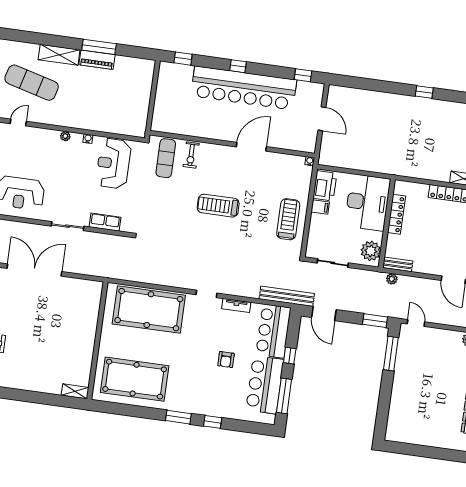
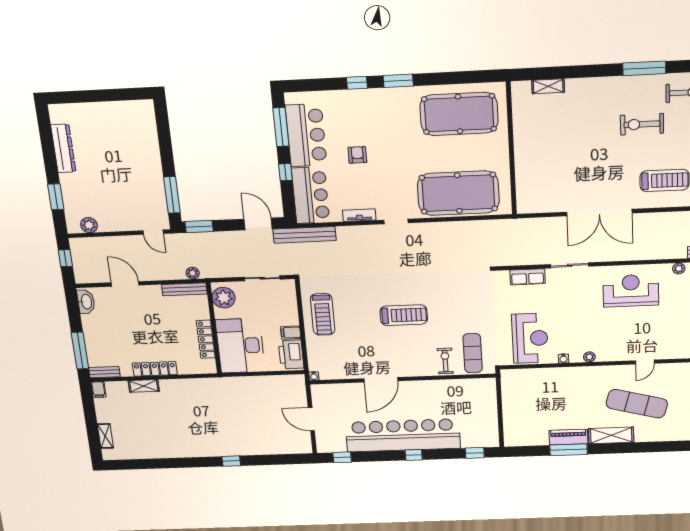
window: (424, 92) -> (231, 461), moved
bench: (398, 264) -> (184, 289), width x1.36
shelving: (75, 391) -> (548, 86), moved

